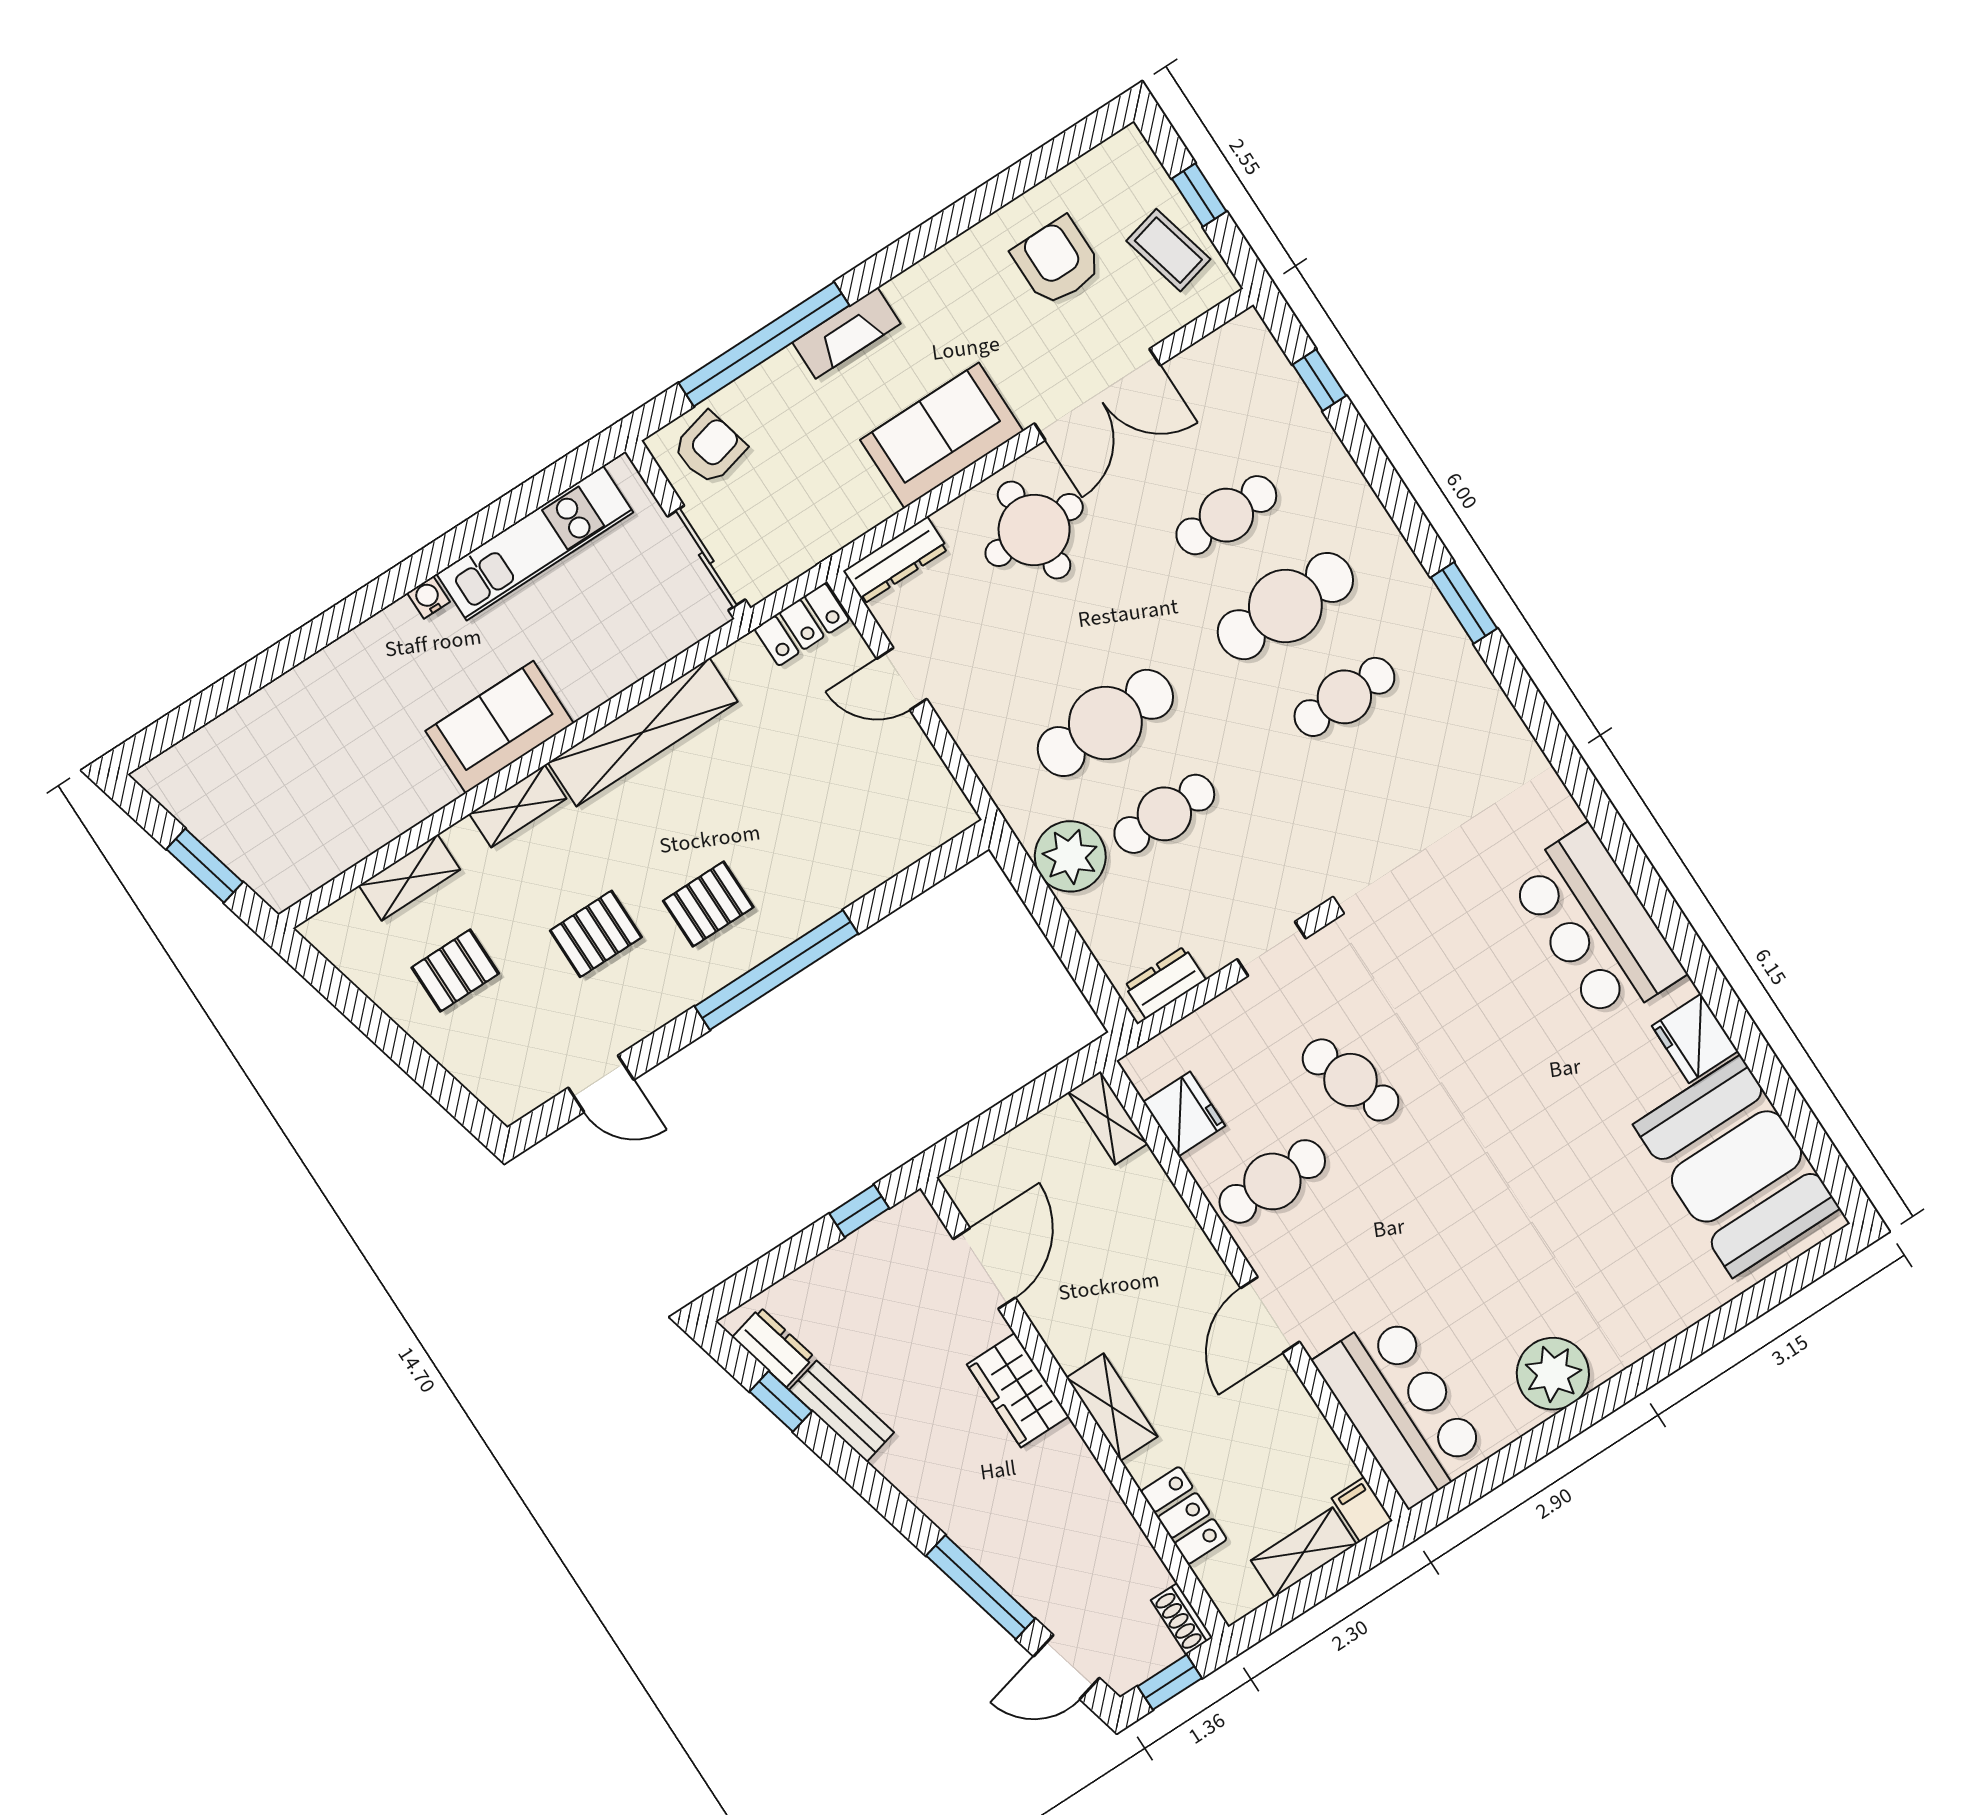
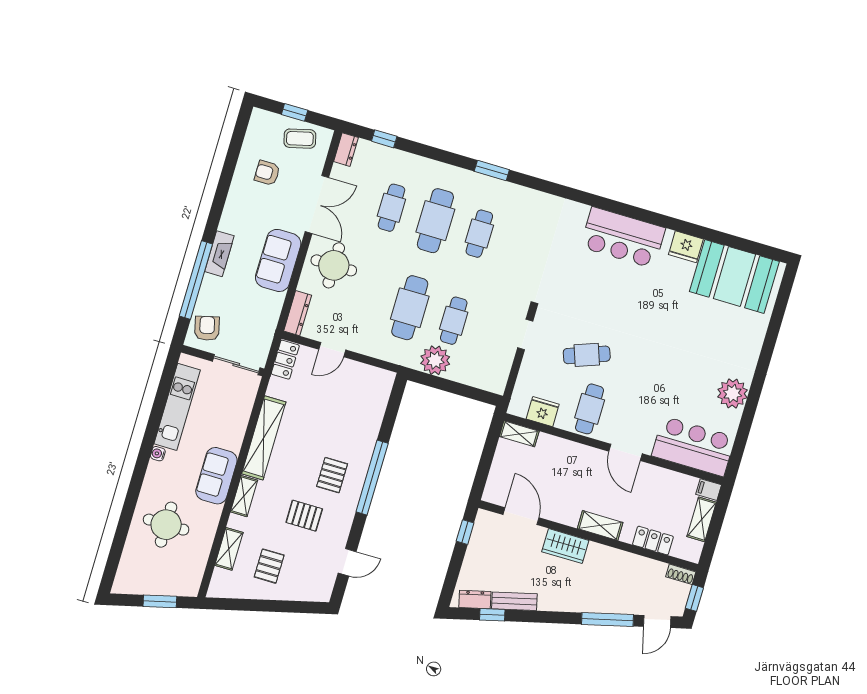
armchair: (1057, 261) -> (267, 173), width x0.72, depth x0.72
round table: (334, 737) -> (166, 525), added
pallet: (596, 934) -> (304, 516), turned 90
dresser: (1165, 983) -> (346, 150), moved, turned 180

